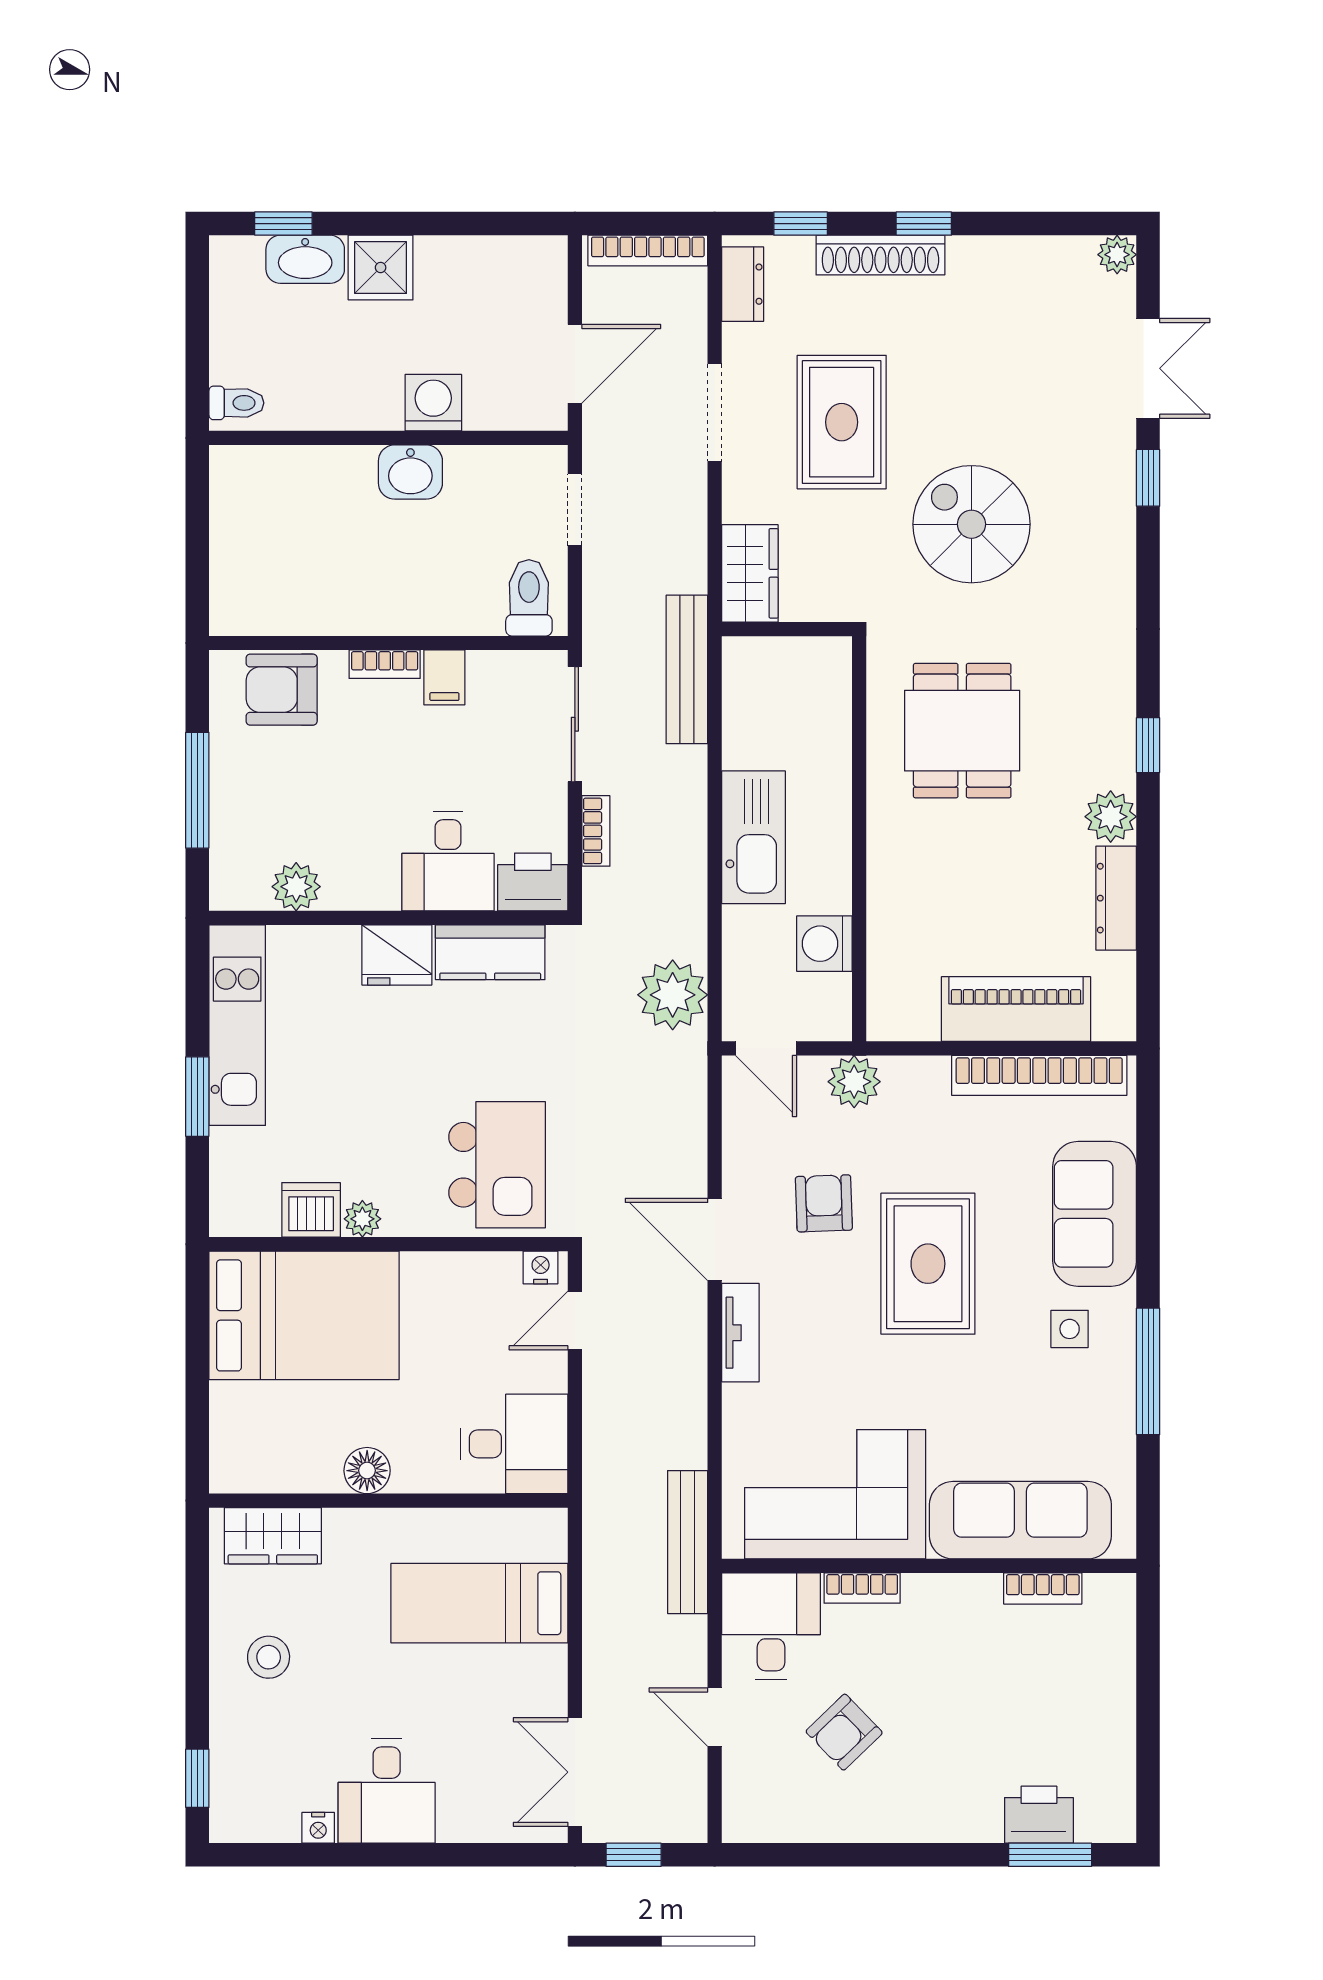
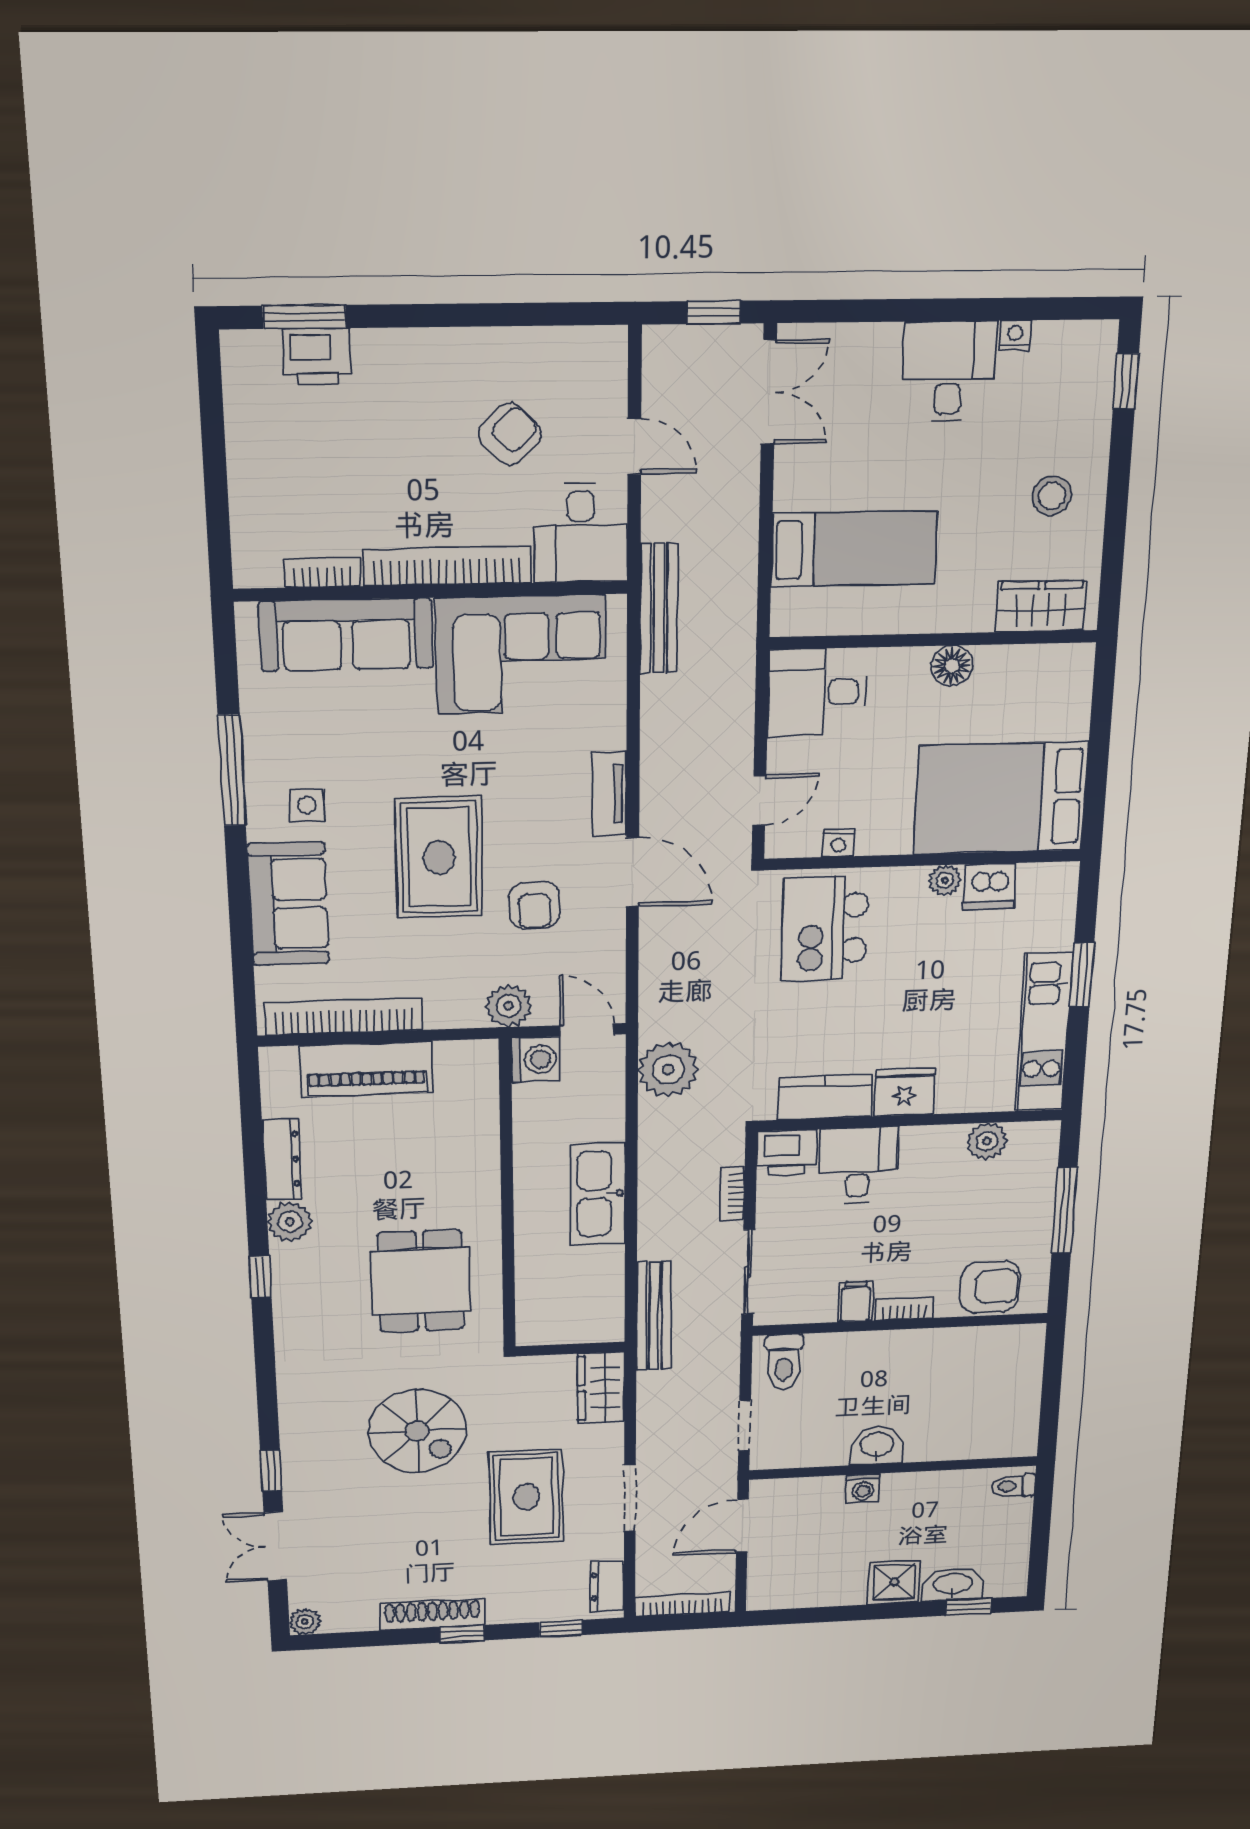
shoe rack: (880, 255) -> (433, 1615), moved
washing machine: (433, 403) -> (863, 1488), width x0.73, depth x0.73
washing machine: (824, 944) -> (536, 1059), moved
nightstand: (541, 1268) -> (838, 843), moved
bookcase: (862, 1588) -> (447, 566), width x2.31, depth x1.31

